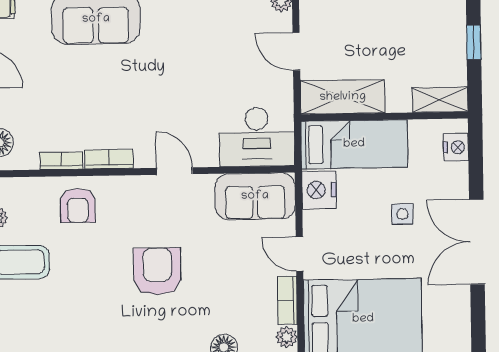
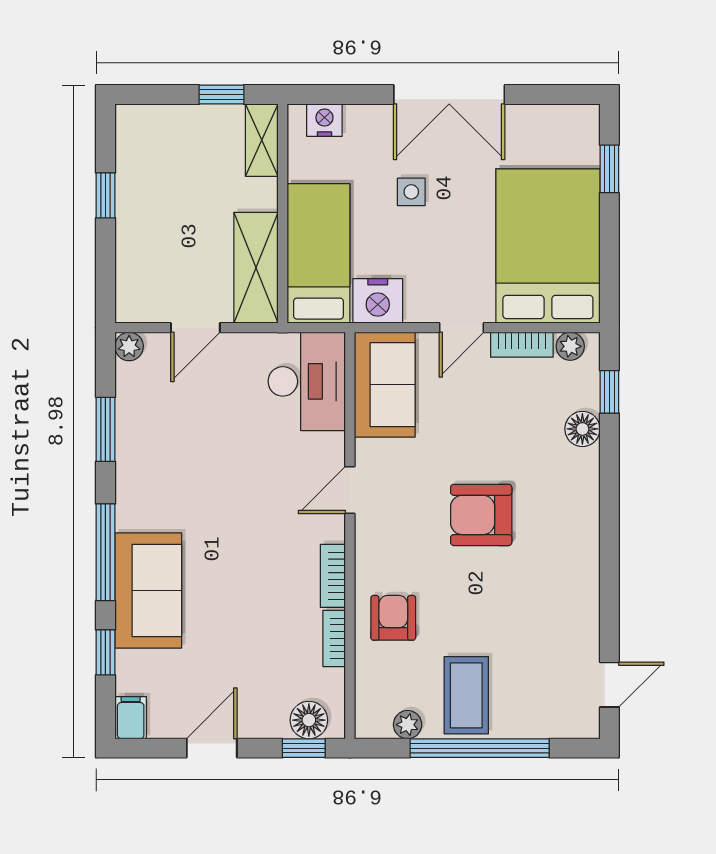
window: (474, 42) -> (222, 94), moved
armchair: (78, 206) -> (393, 618), turned -90

